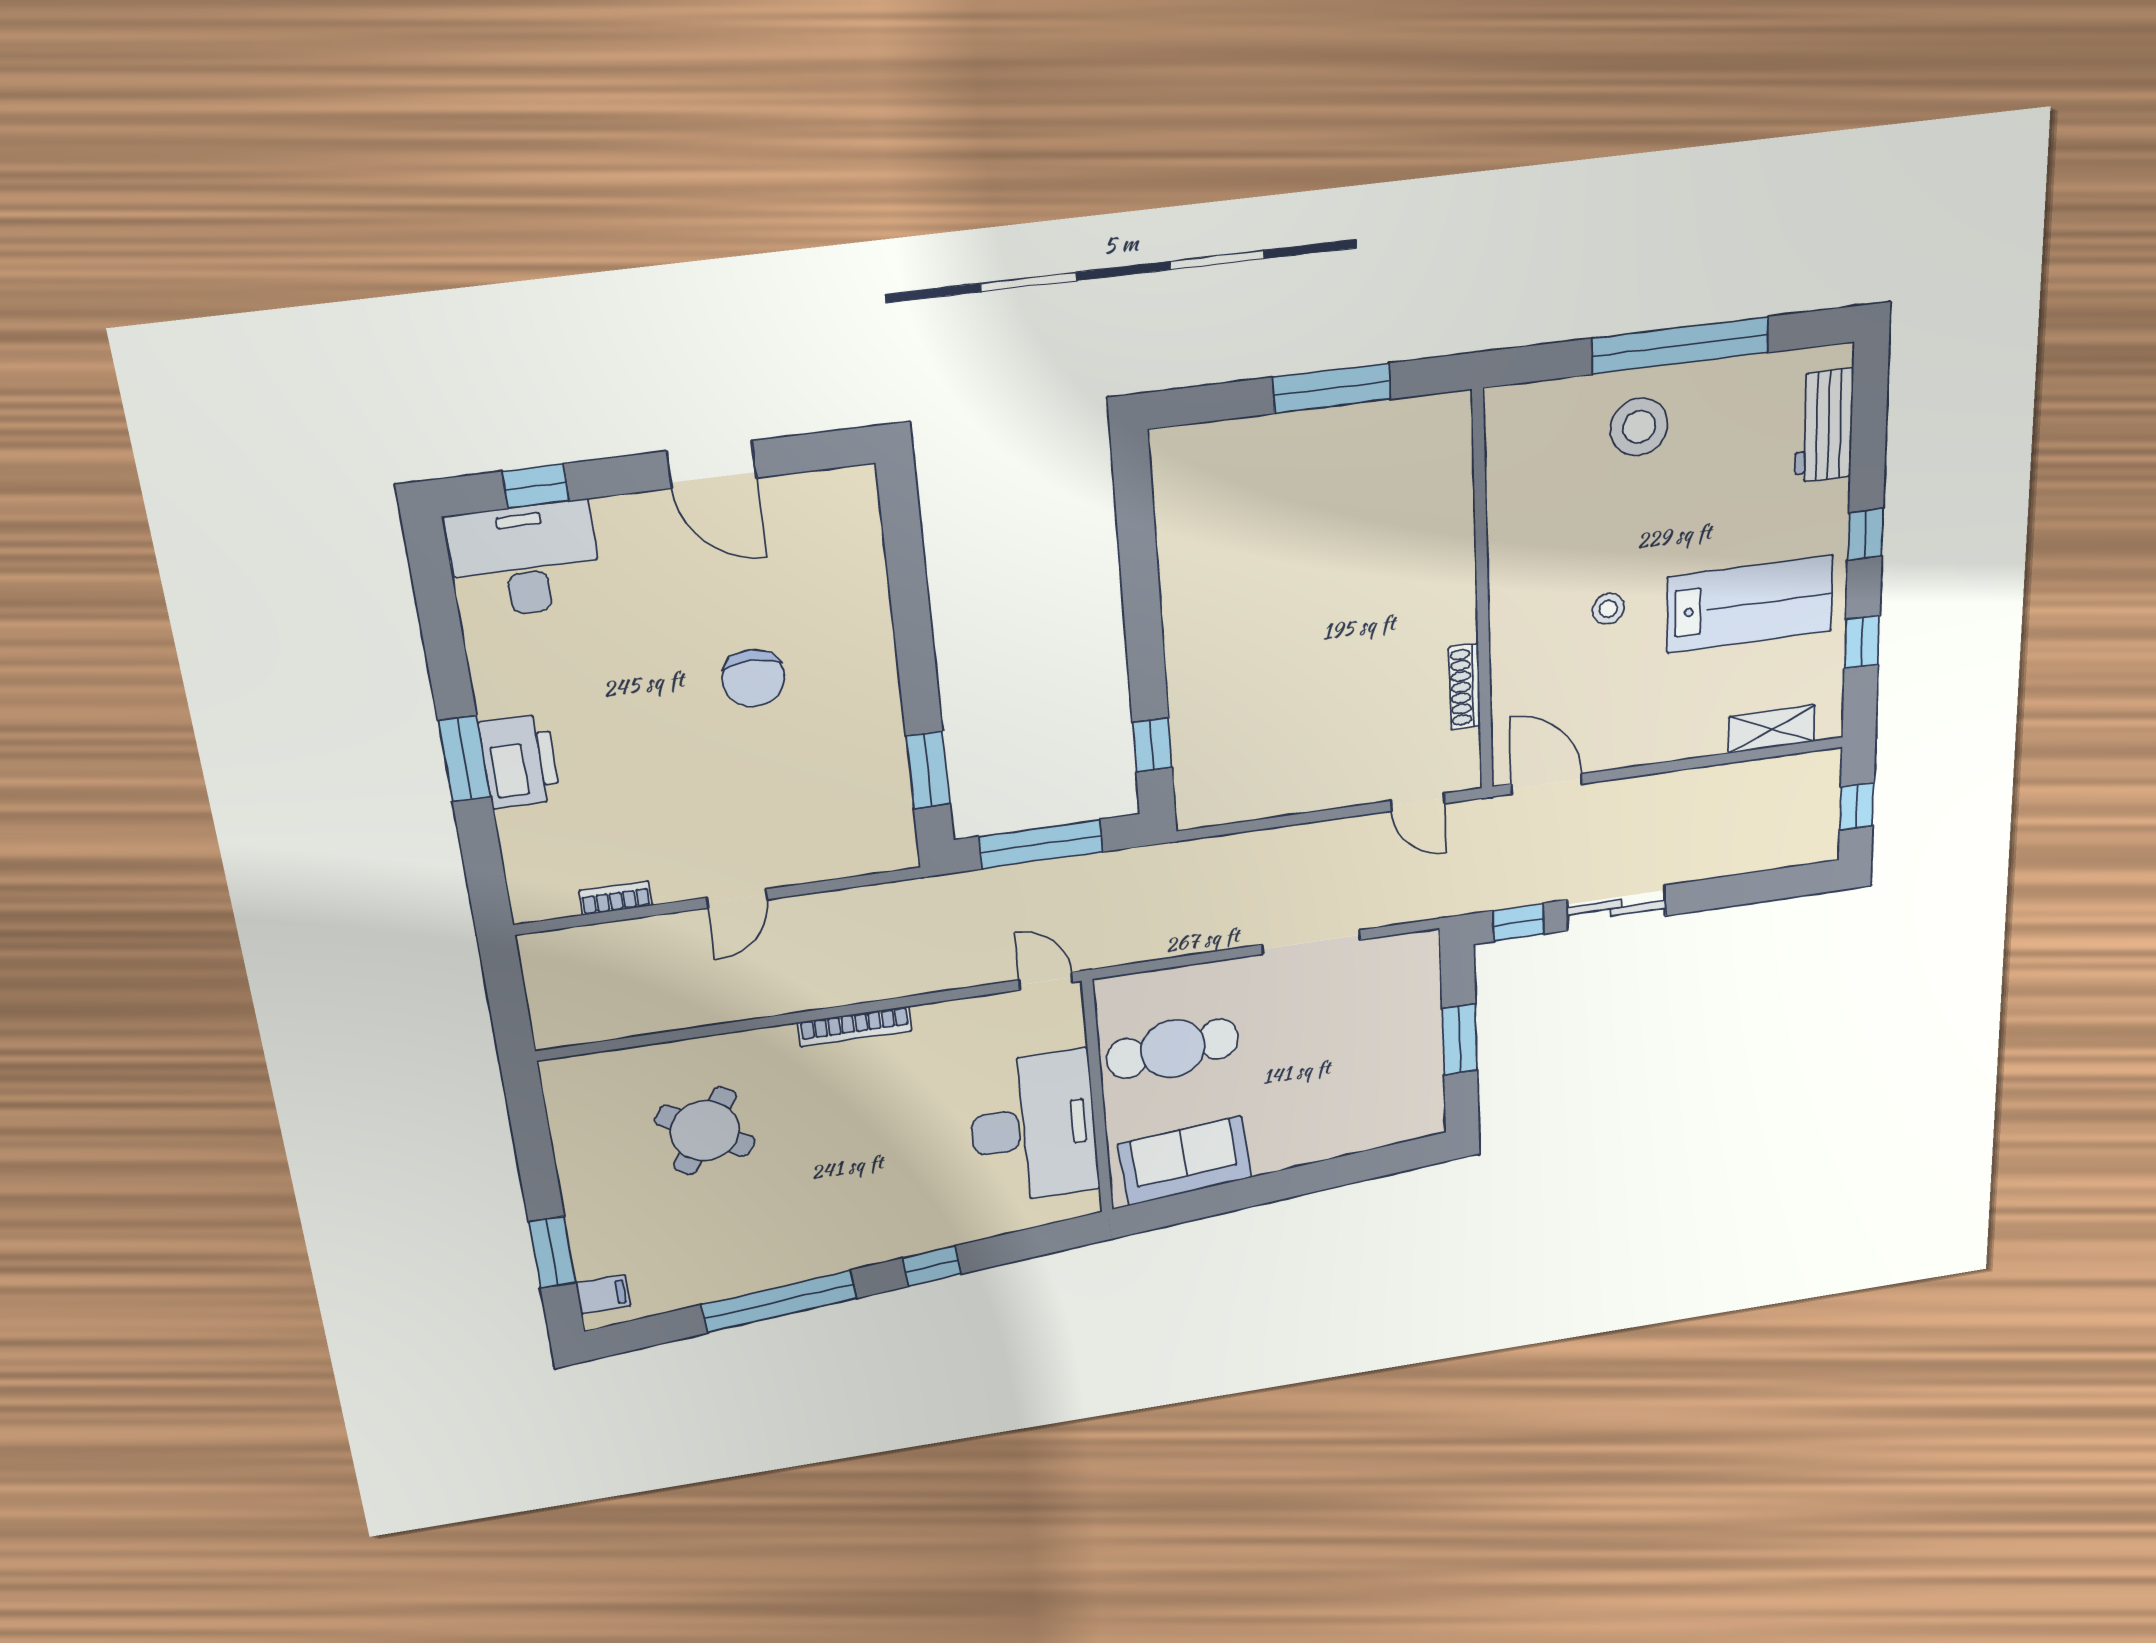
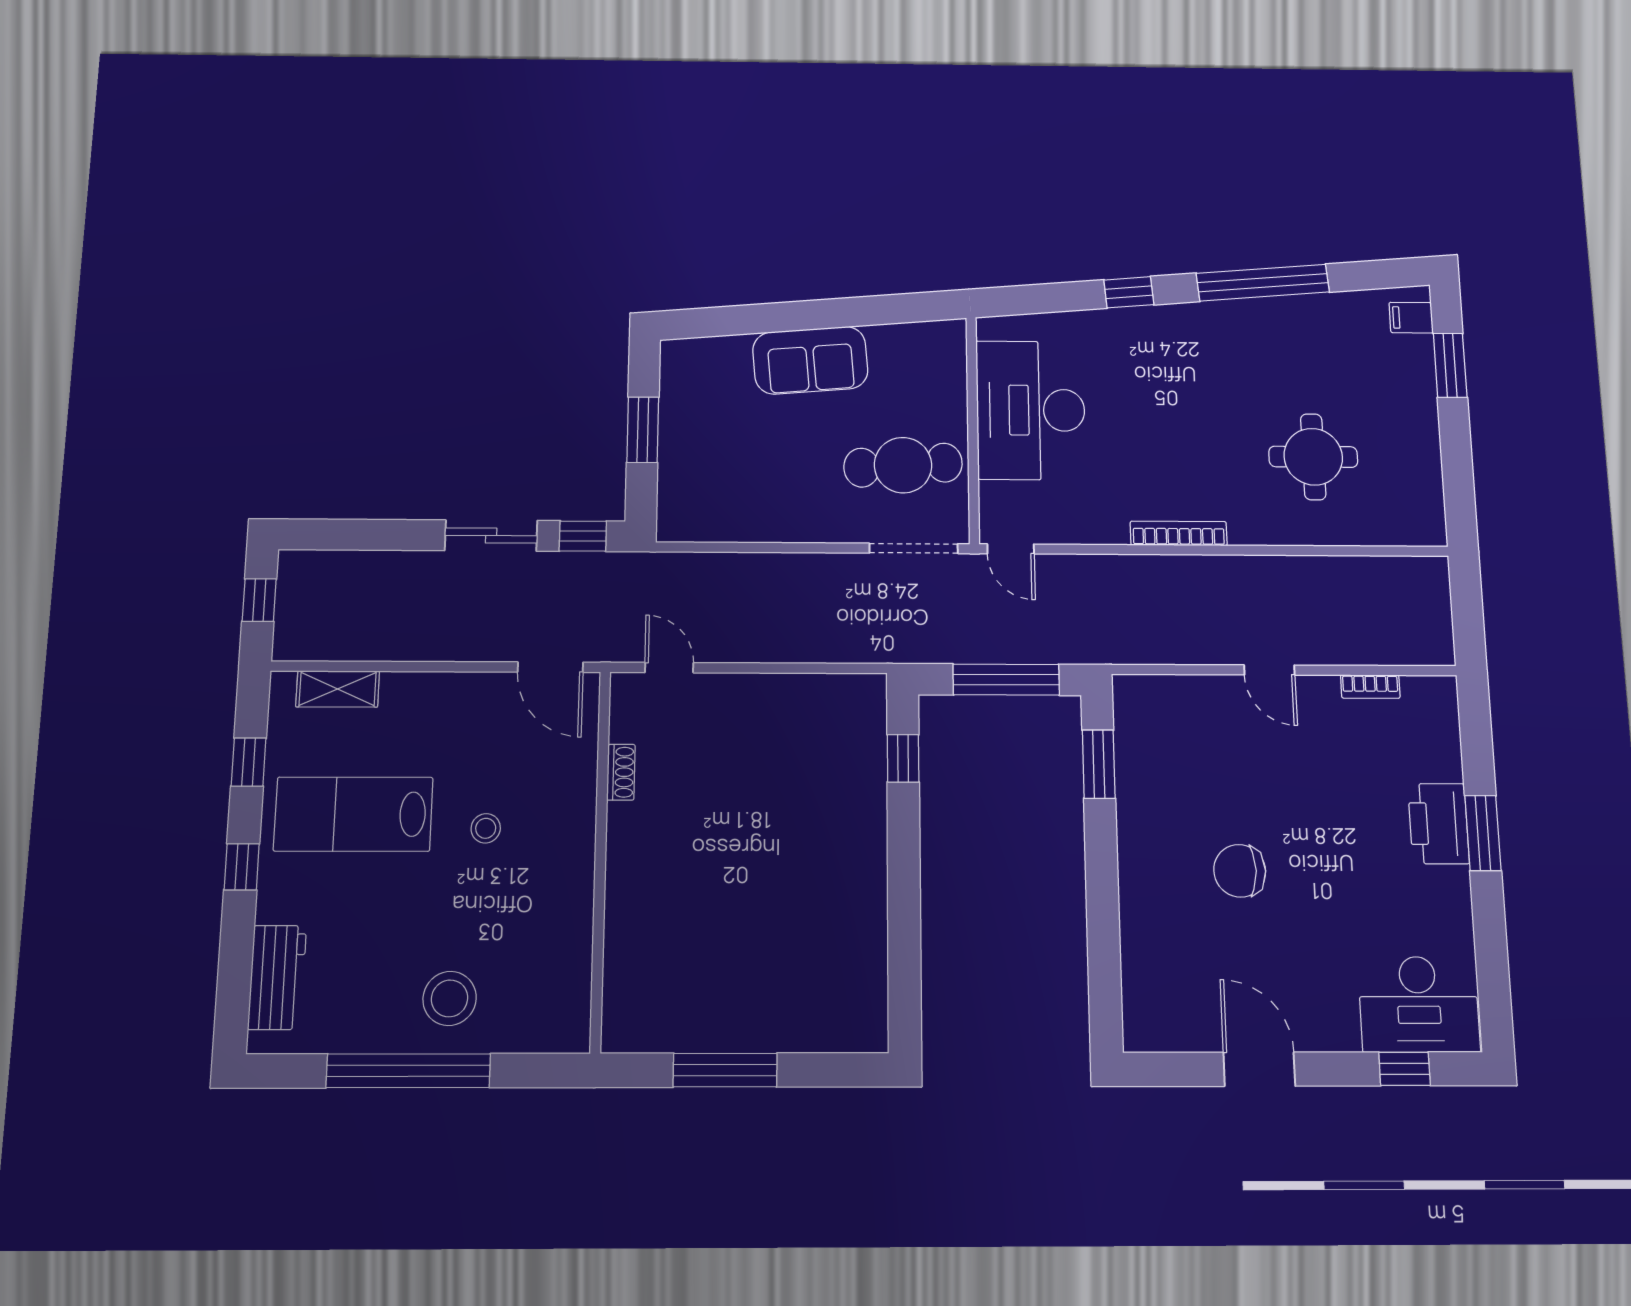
chair: (753, 678) -> (1240, 871), turned -90
shoe rack: (1465, 687) -> (621, 772), width x0.70
door: (737, 898) -> (1269, 670), swing flipped
doorway: (1311, 942) -> (914, 548), moved
round table: (705, 1131) -> (1313, 457), turned -33
sofa: (1185, 1161) -> (810, 360), moved

